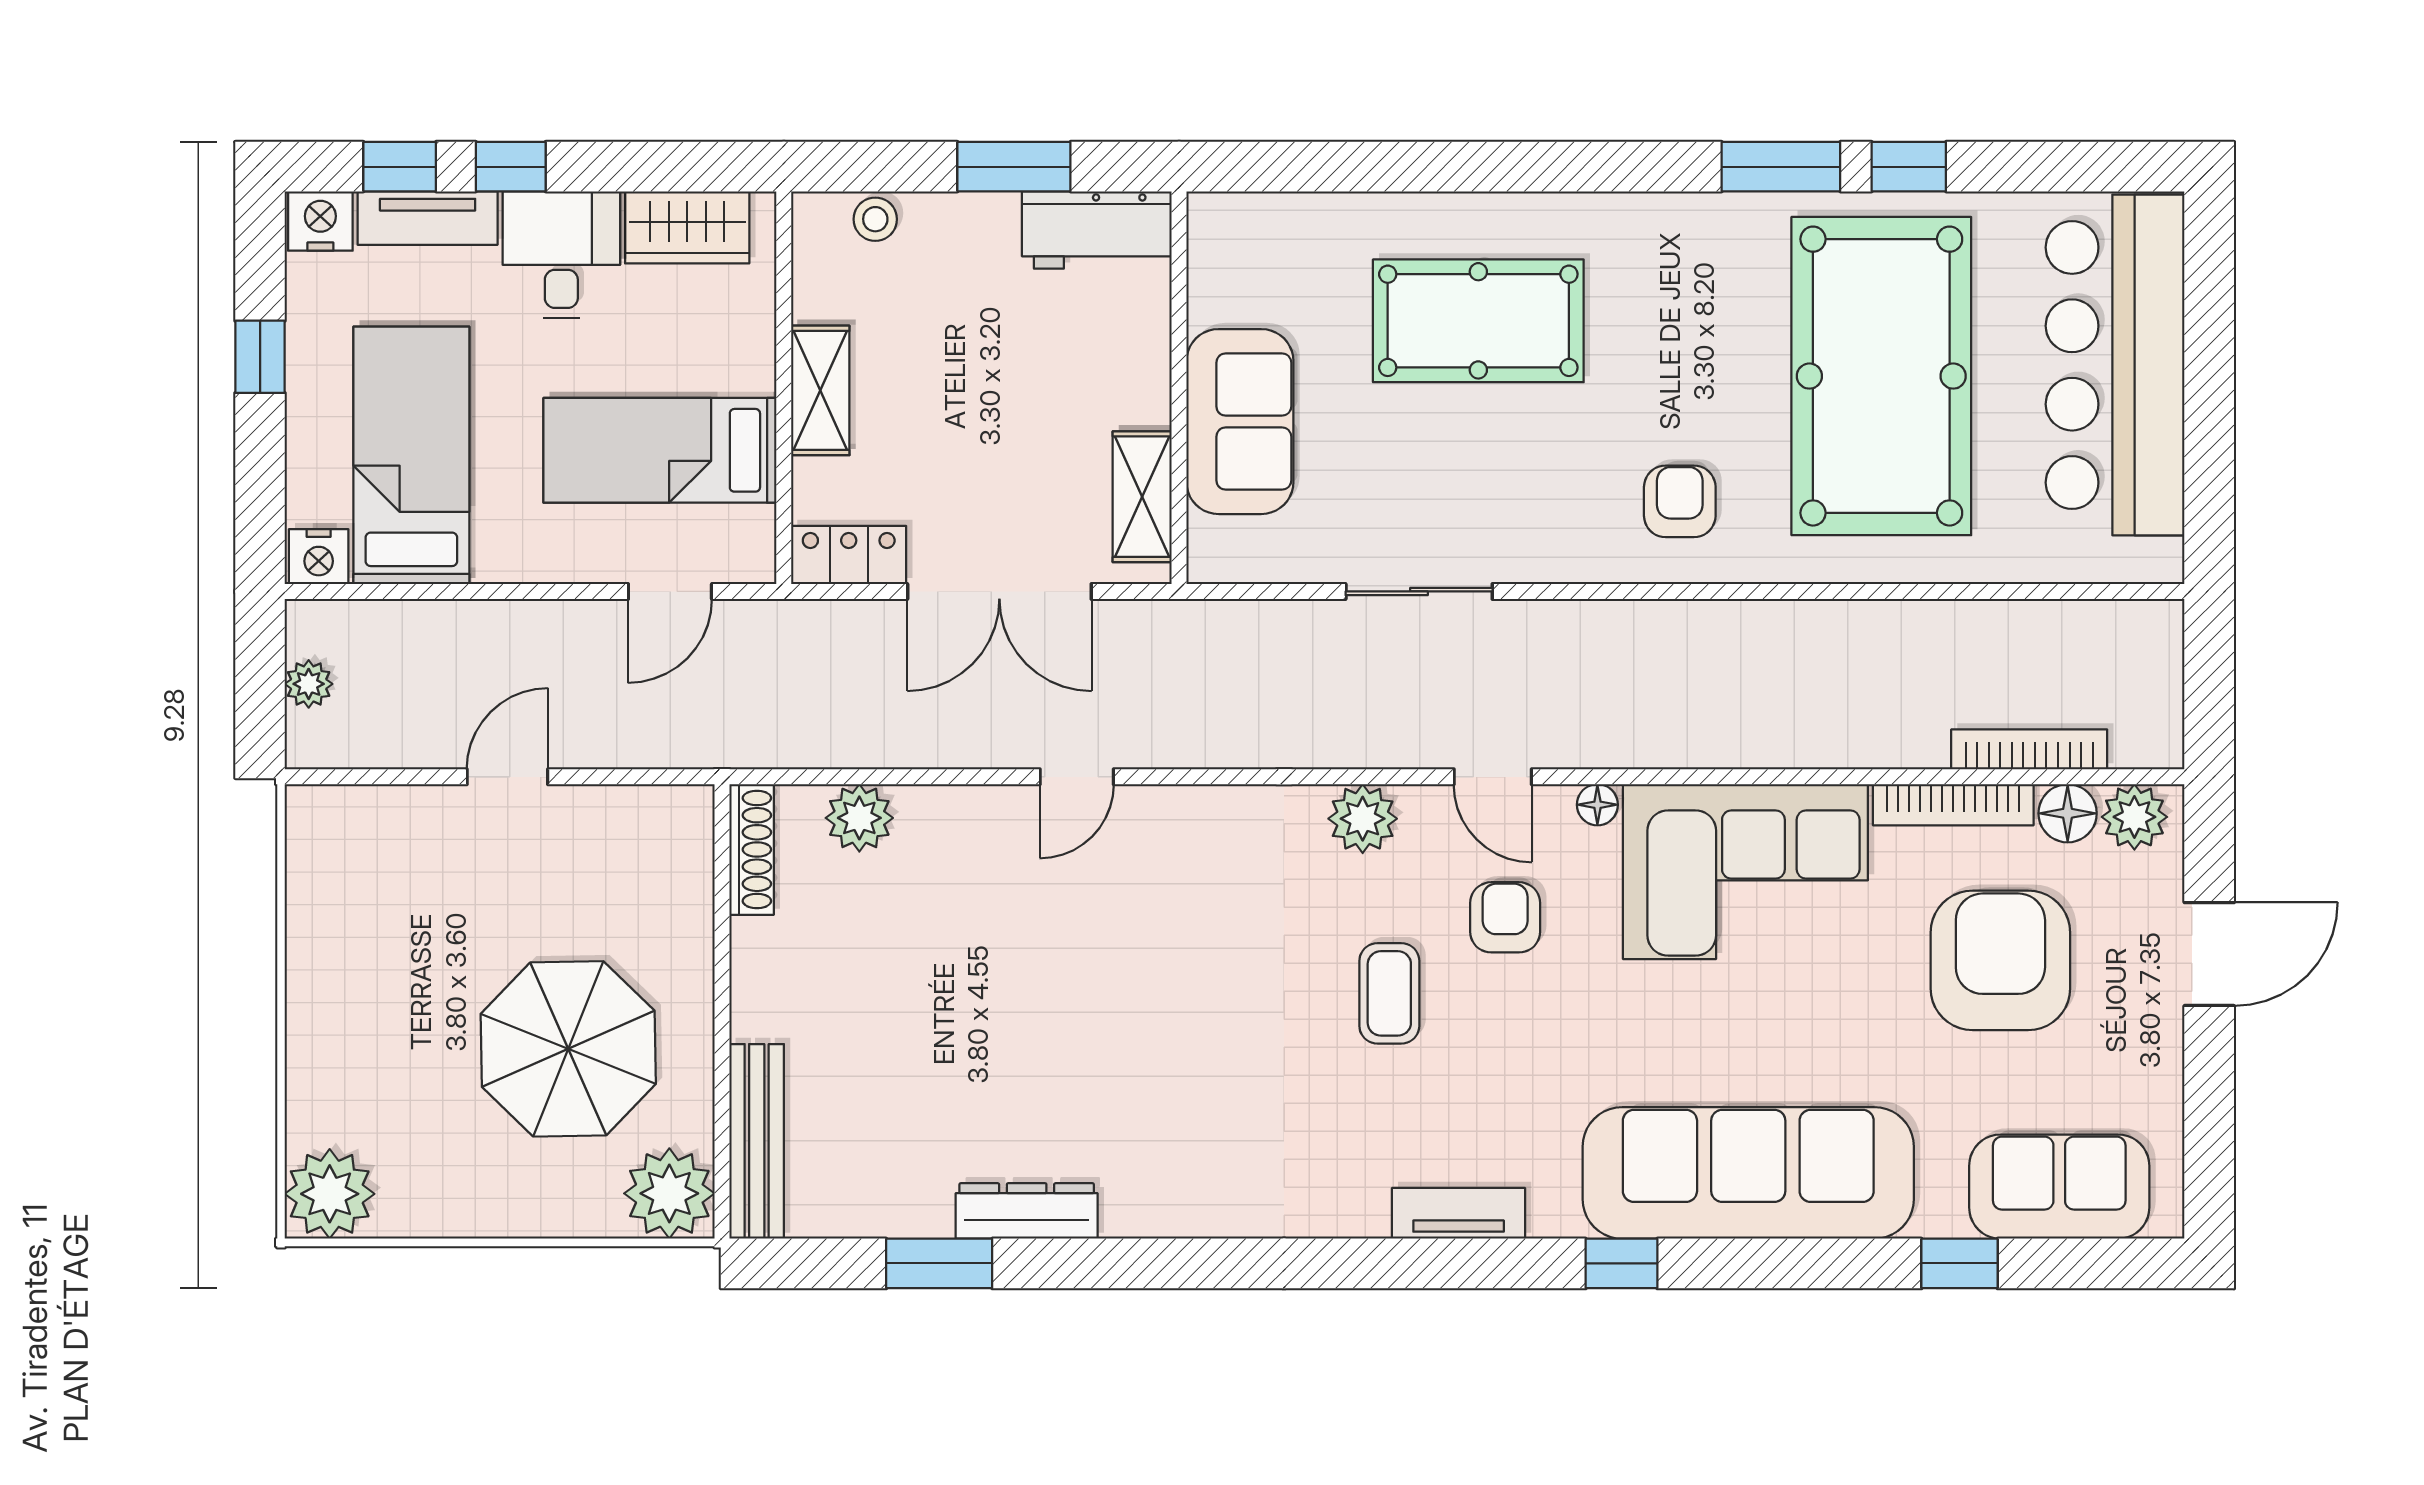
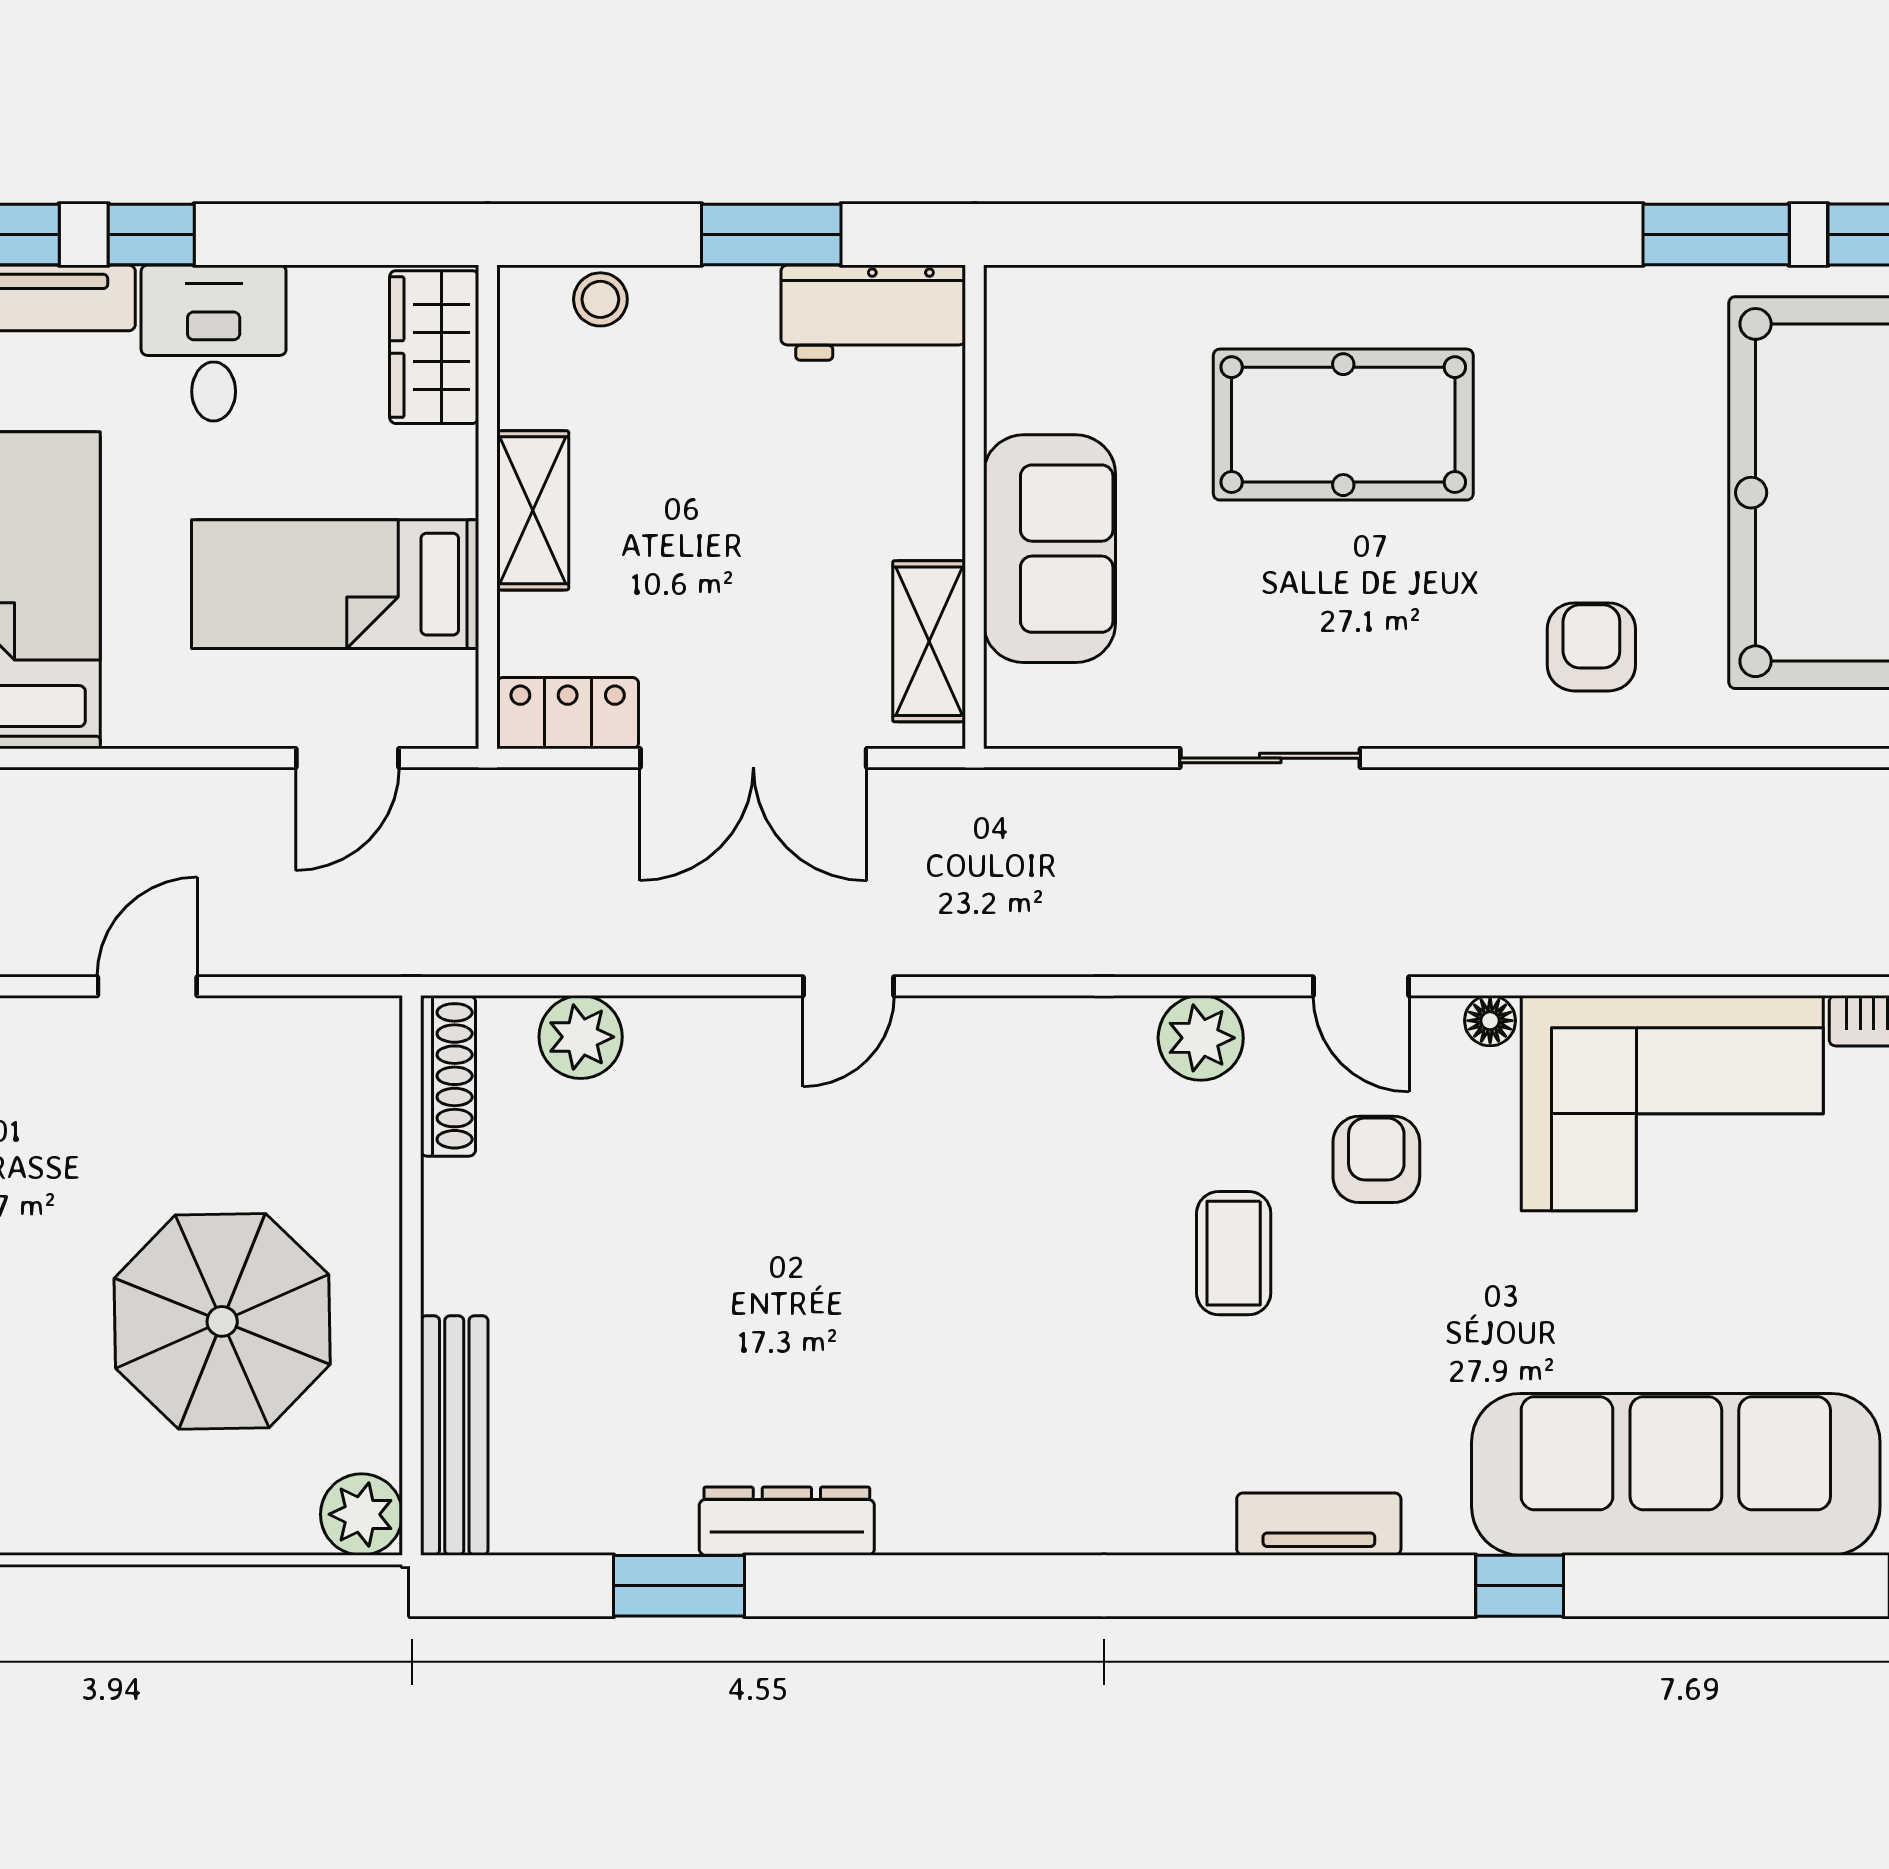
wardrobe: (687, 227) -> (434, 347), moved, turned 90
plant: (669, 1193) -> (362, 1514), width x0.73, depth x0.73

